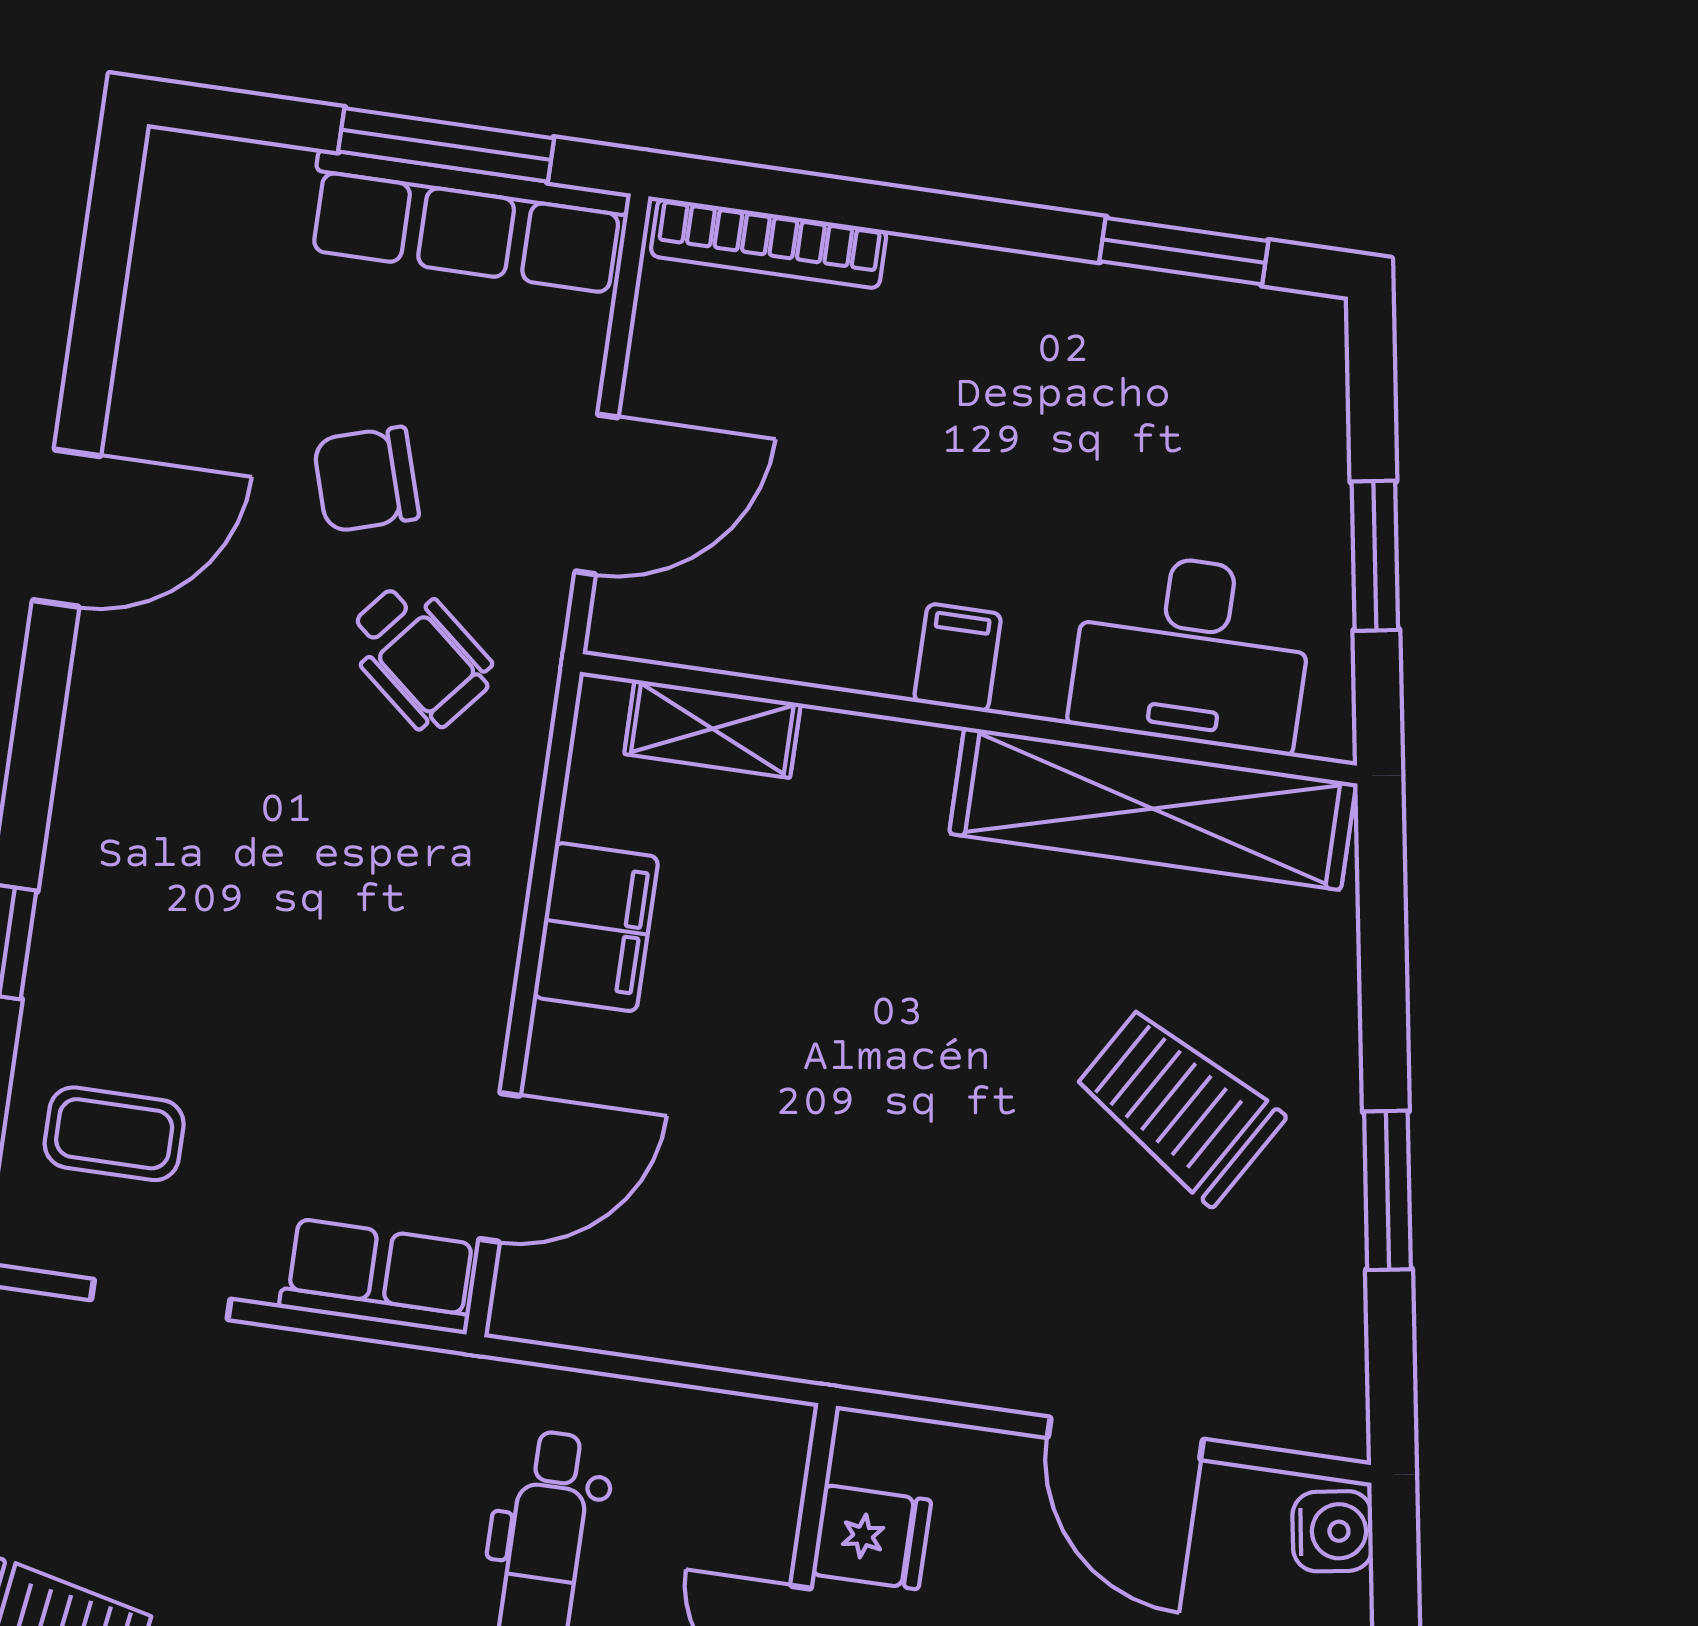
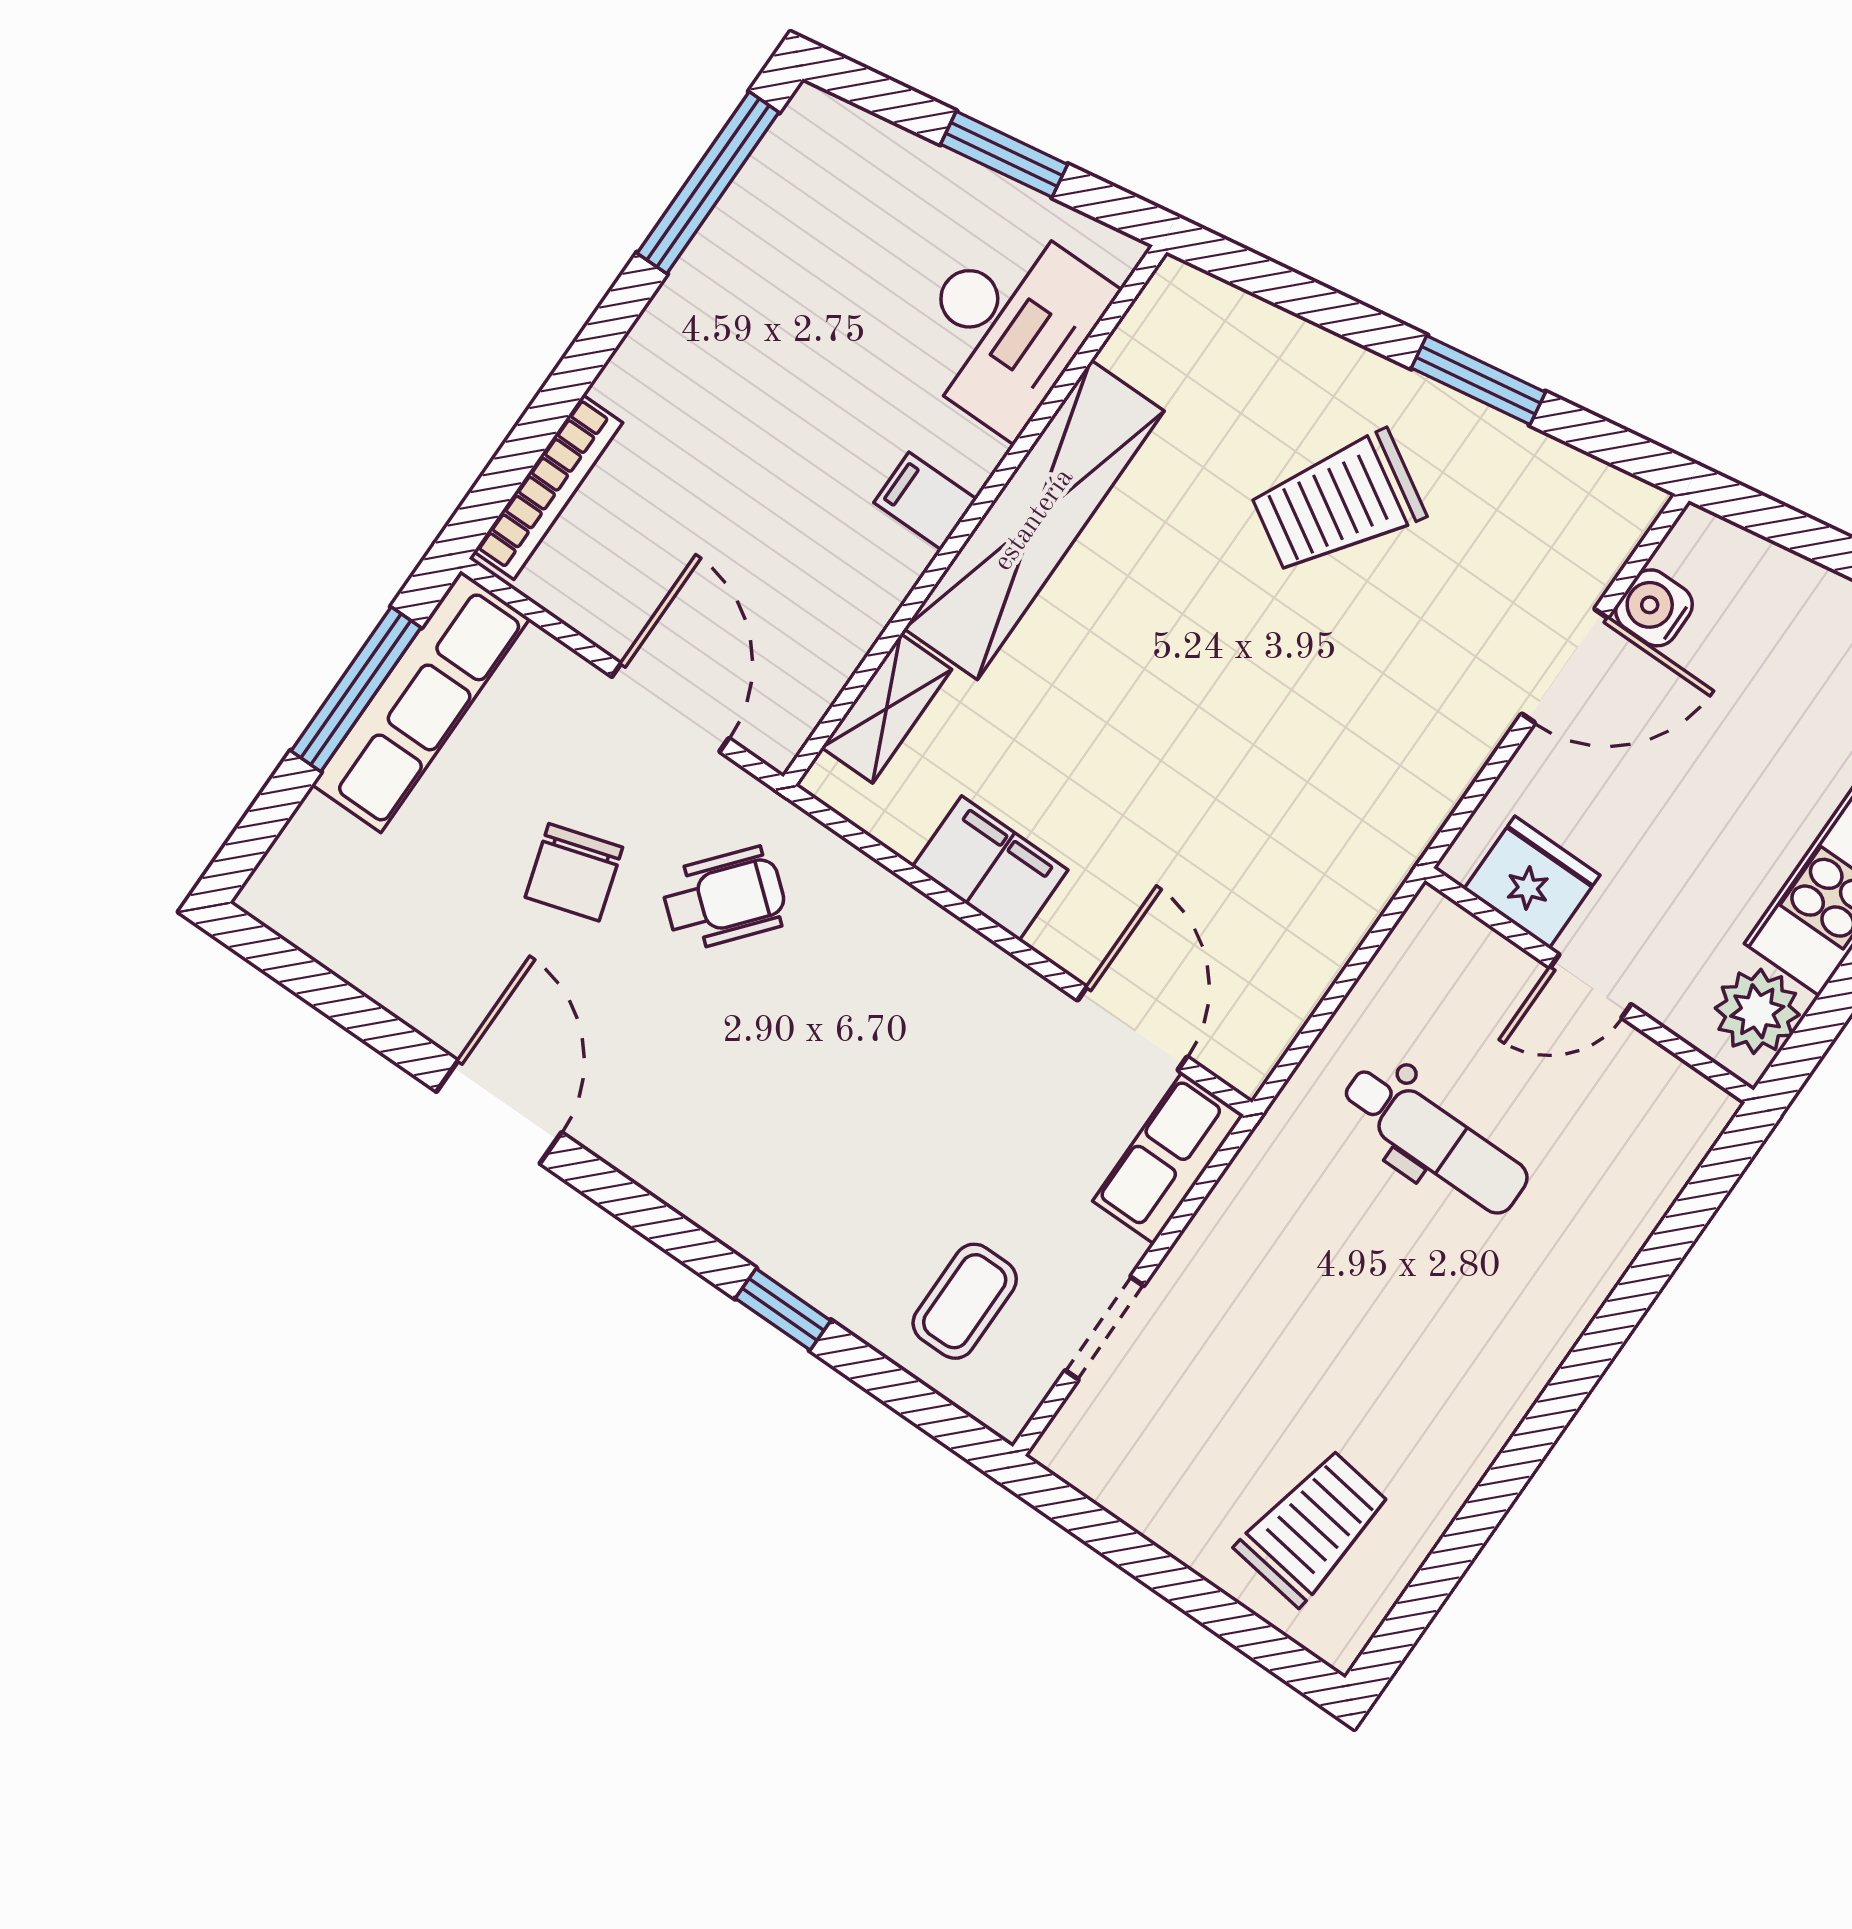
window: (1184, 251) -> (708, 183), width x1.44
shelving: (1153, 809) -> (1034, 520), moved
water cooler: (1333, 1531) -> (1654, 608), moved, turned -81
fridge: (872, 1537) -> (1532, 882), width x1.38

